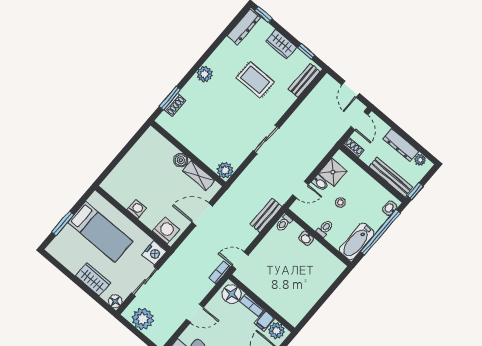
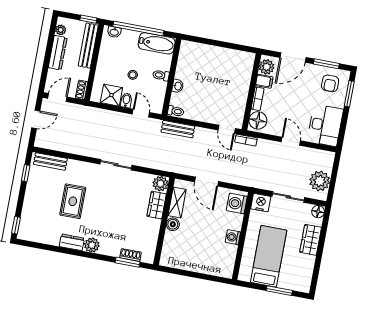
dresser: (244, 27) -> (72, 242), moved, width x0.70
wardrobe: (281, 44) -> (157, 205), moved, turned 180

